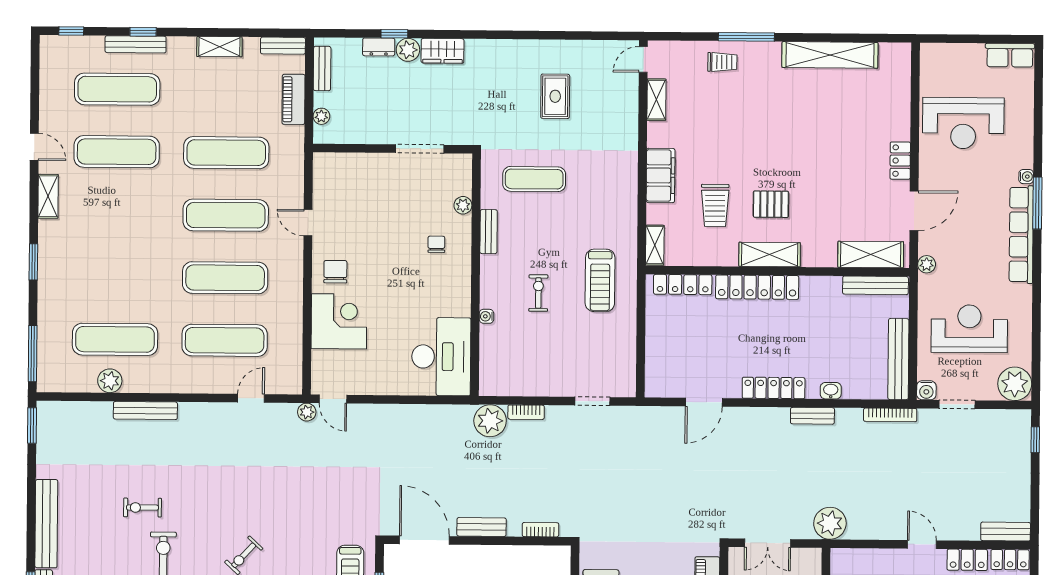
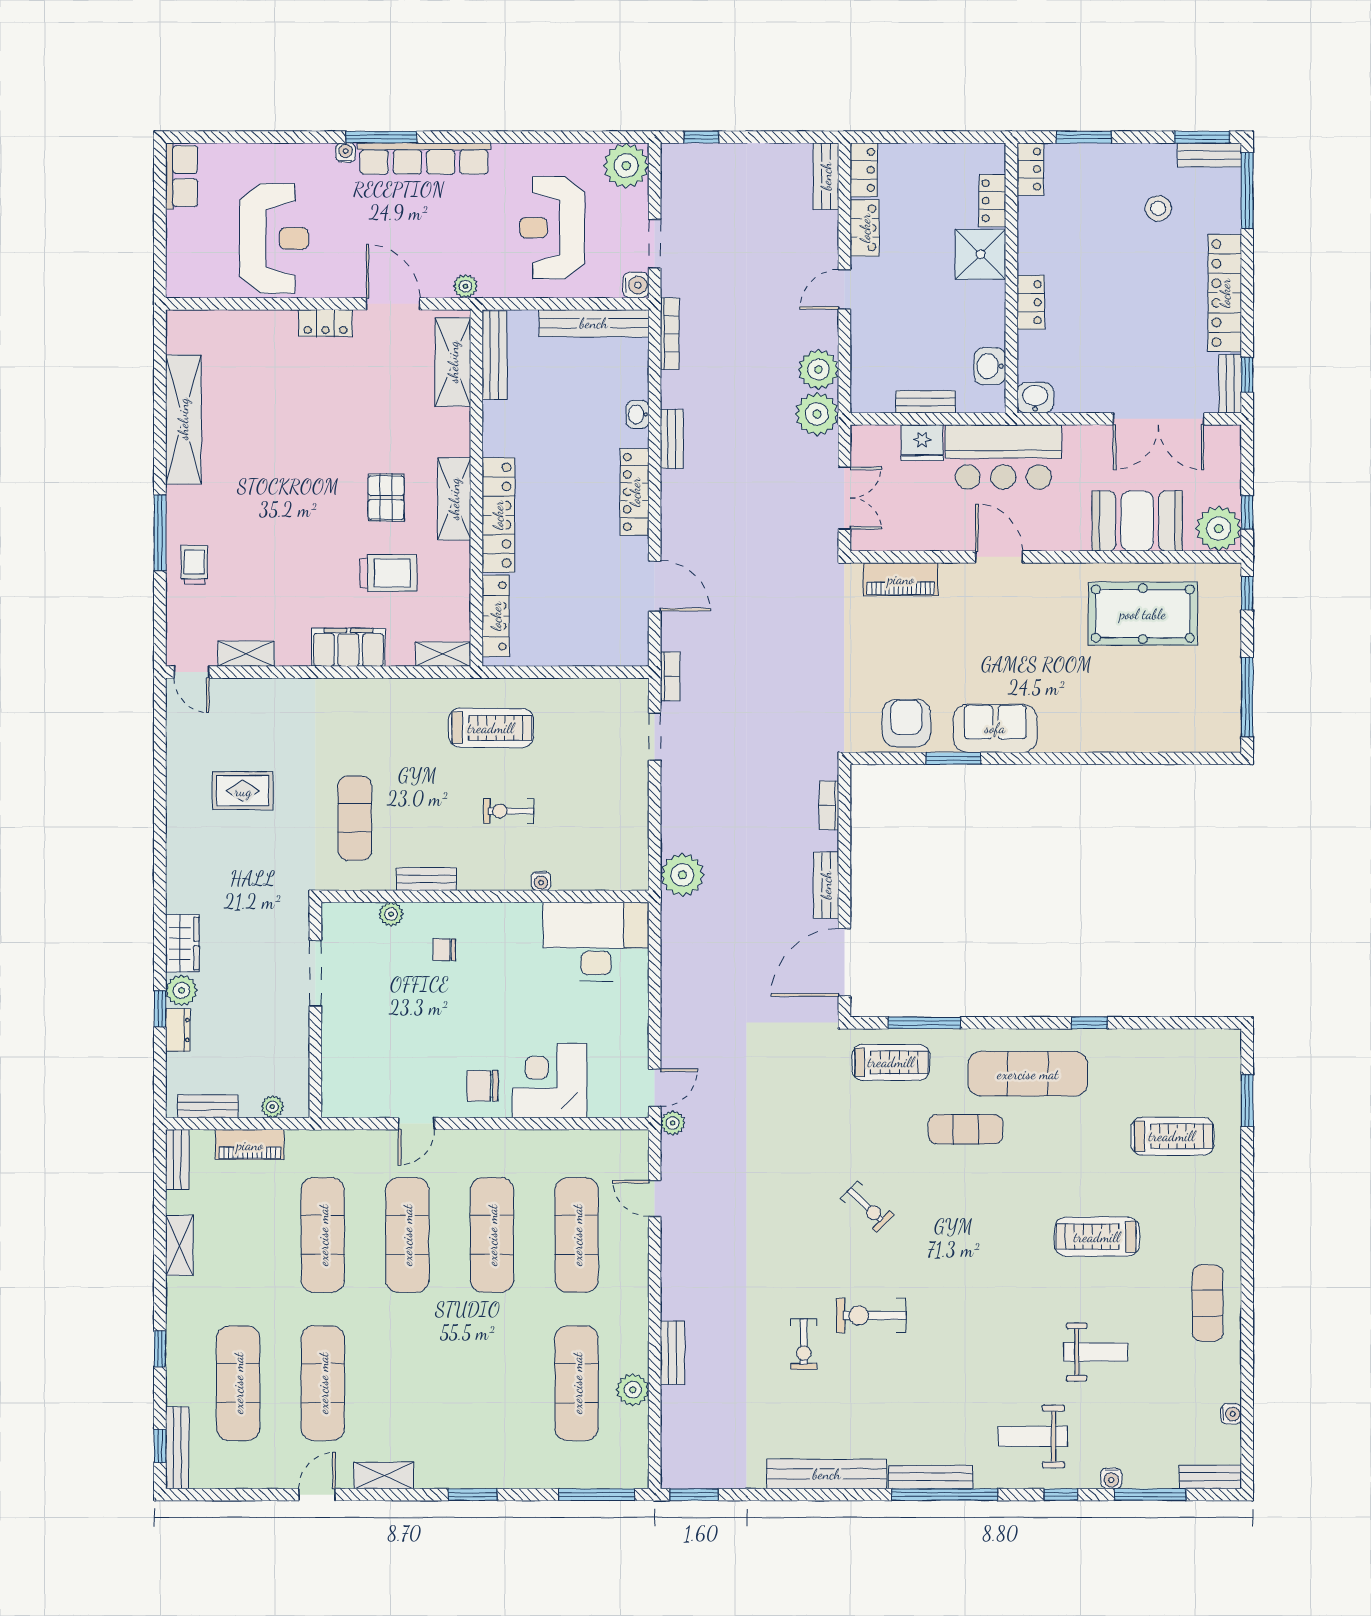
bench: (136, 44) -> (177, 1448), moved
bench: (145, 411) -> (672, 1353), width x0.73
bookcase: (526, 412) -> (670, 676), moved
plant: (863, 525) -> (818, 370), added

